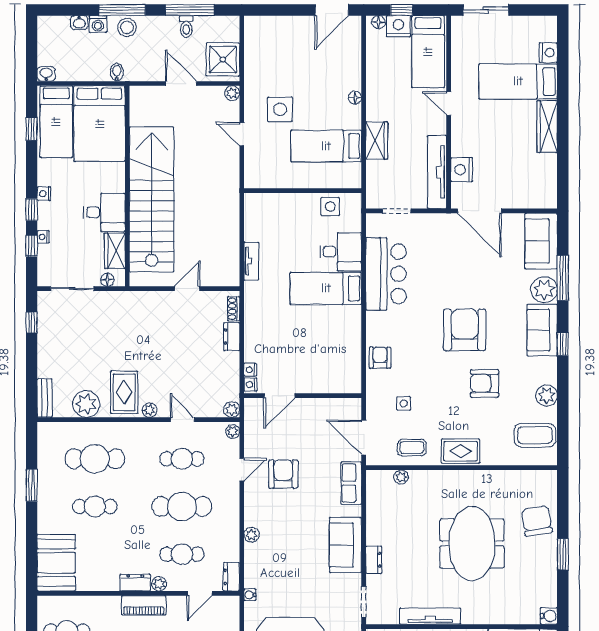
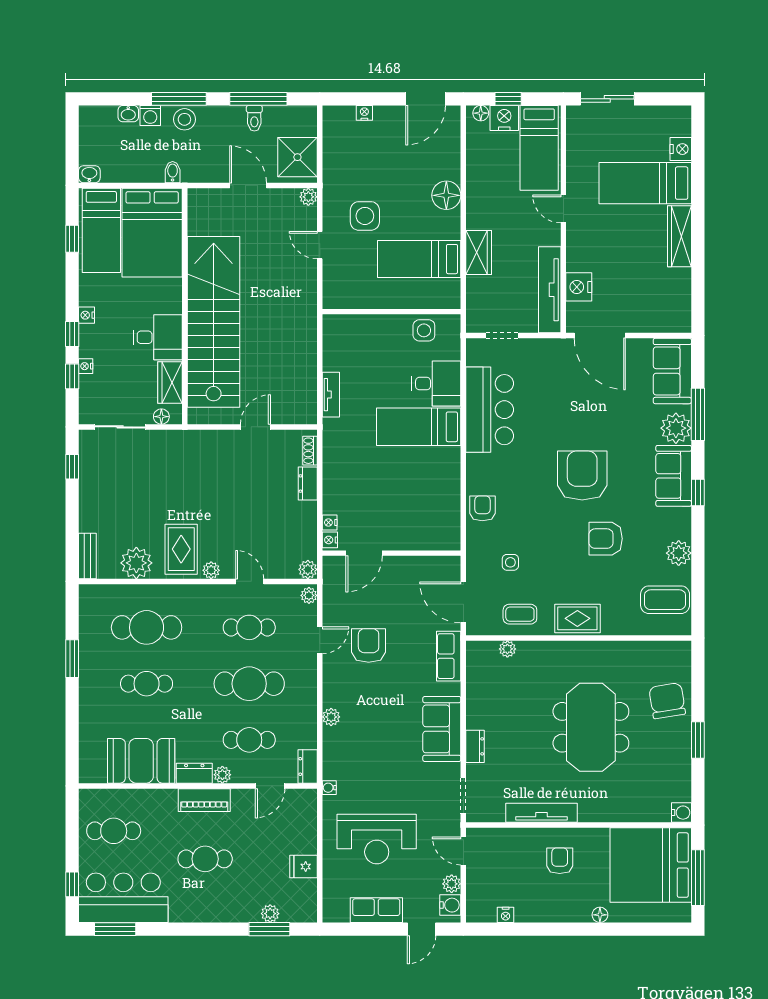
nightstand: (280, 22) -> (364, 113), added
floor lamp: (355, 98) -> (446, 195), width x1.89, depth x1.89
booth: (56, 563) -> (141, 761), moved, turned 90

